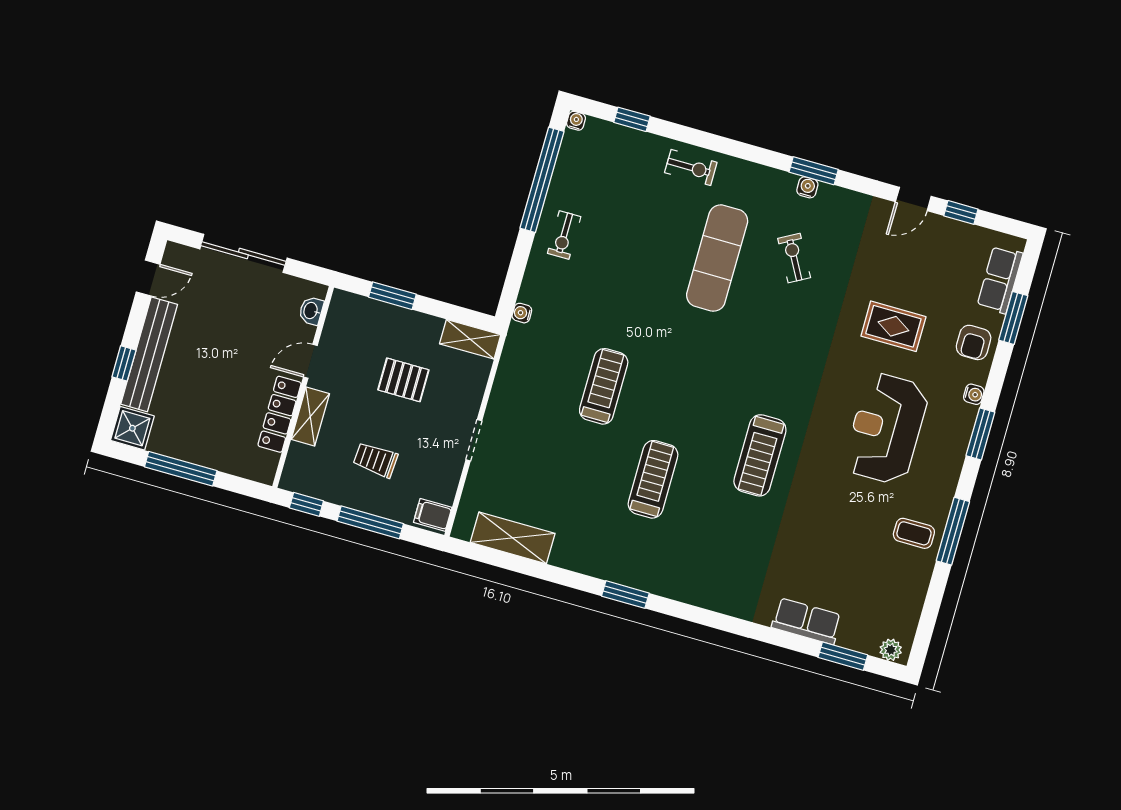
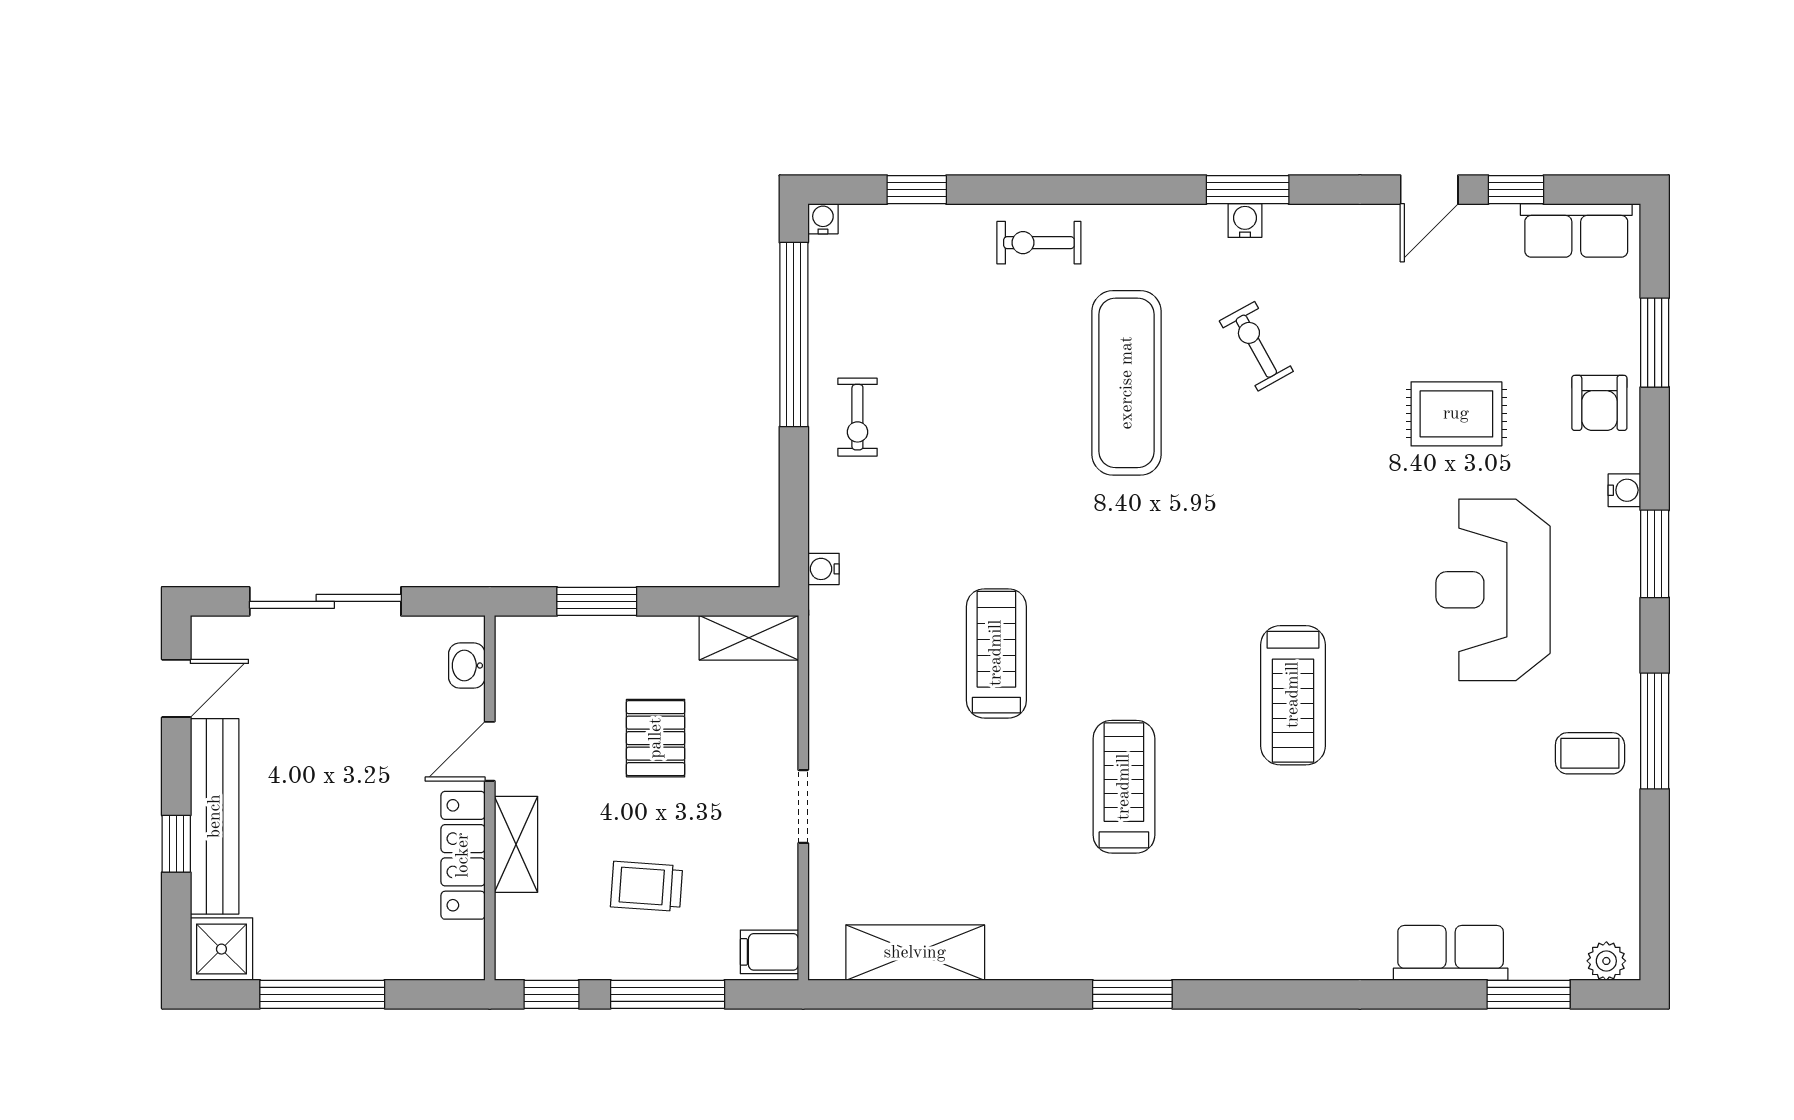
exercise bike: (691, 167) -> (1039, 243), turned 180
row of seats: (1000, 280) -> (1576, 230), moved, turned -90
pallet: (403, 380) -> (656, 738), turned 90

